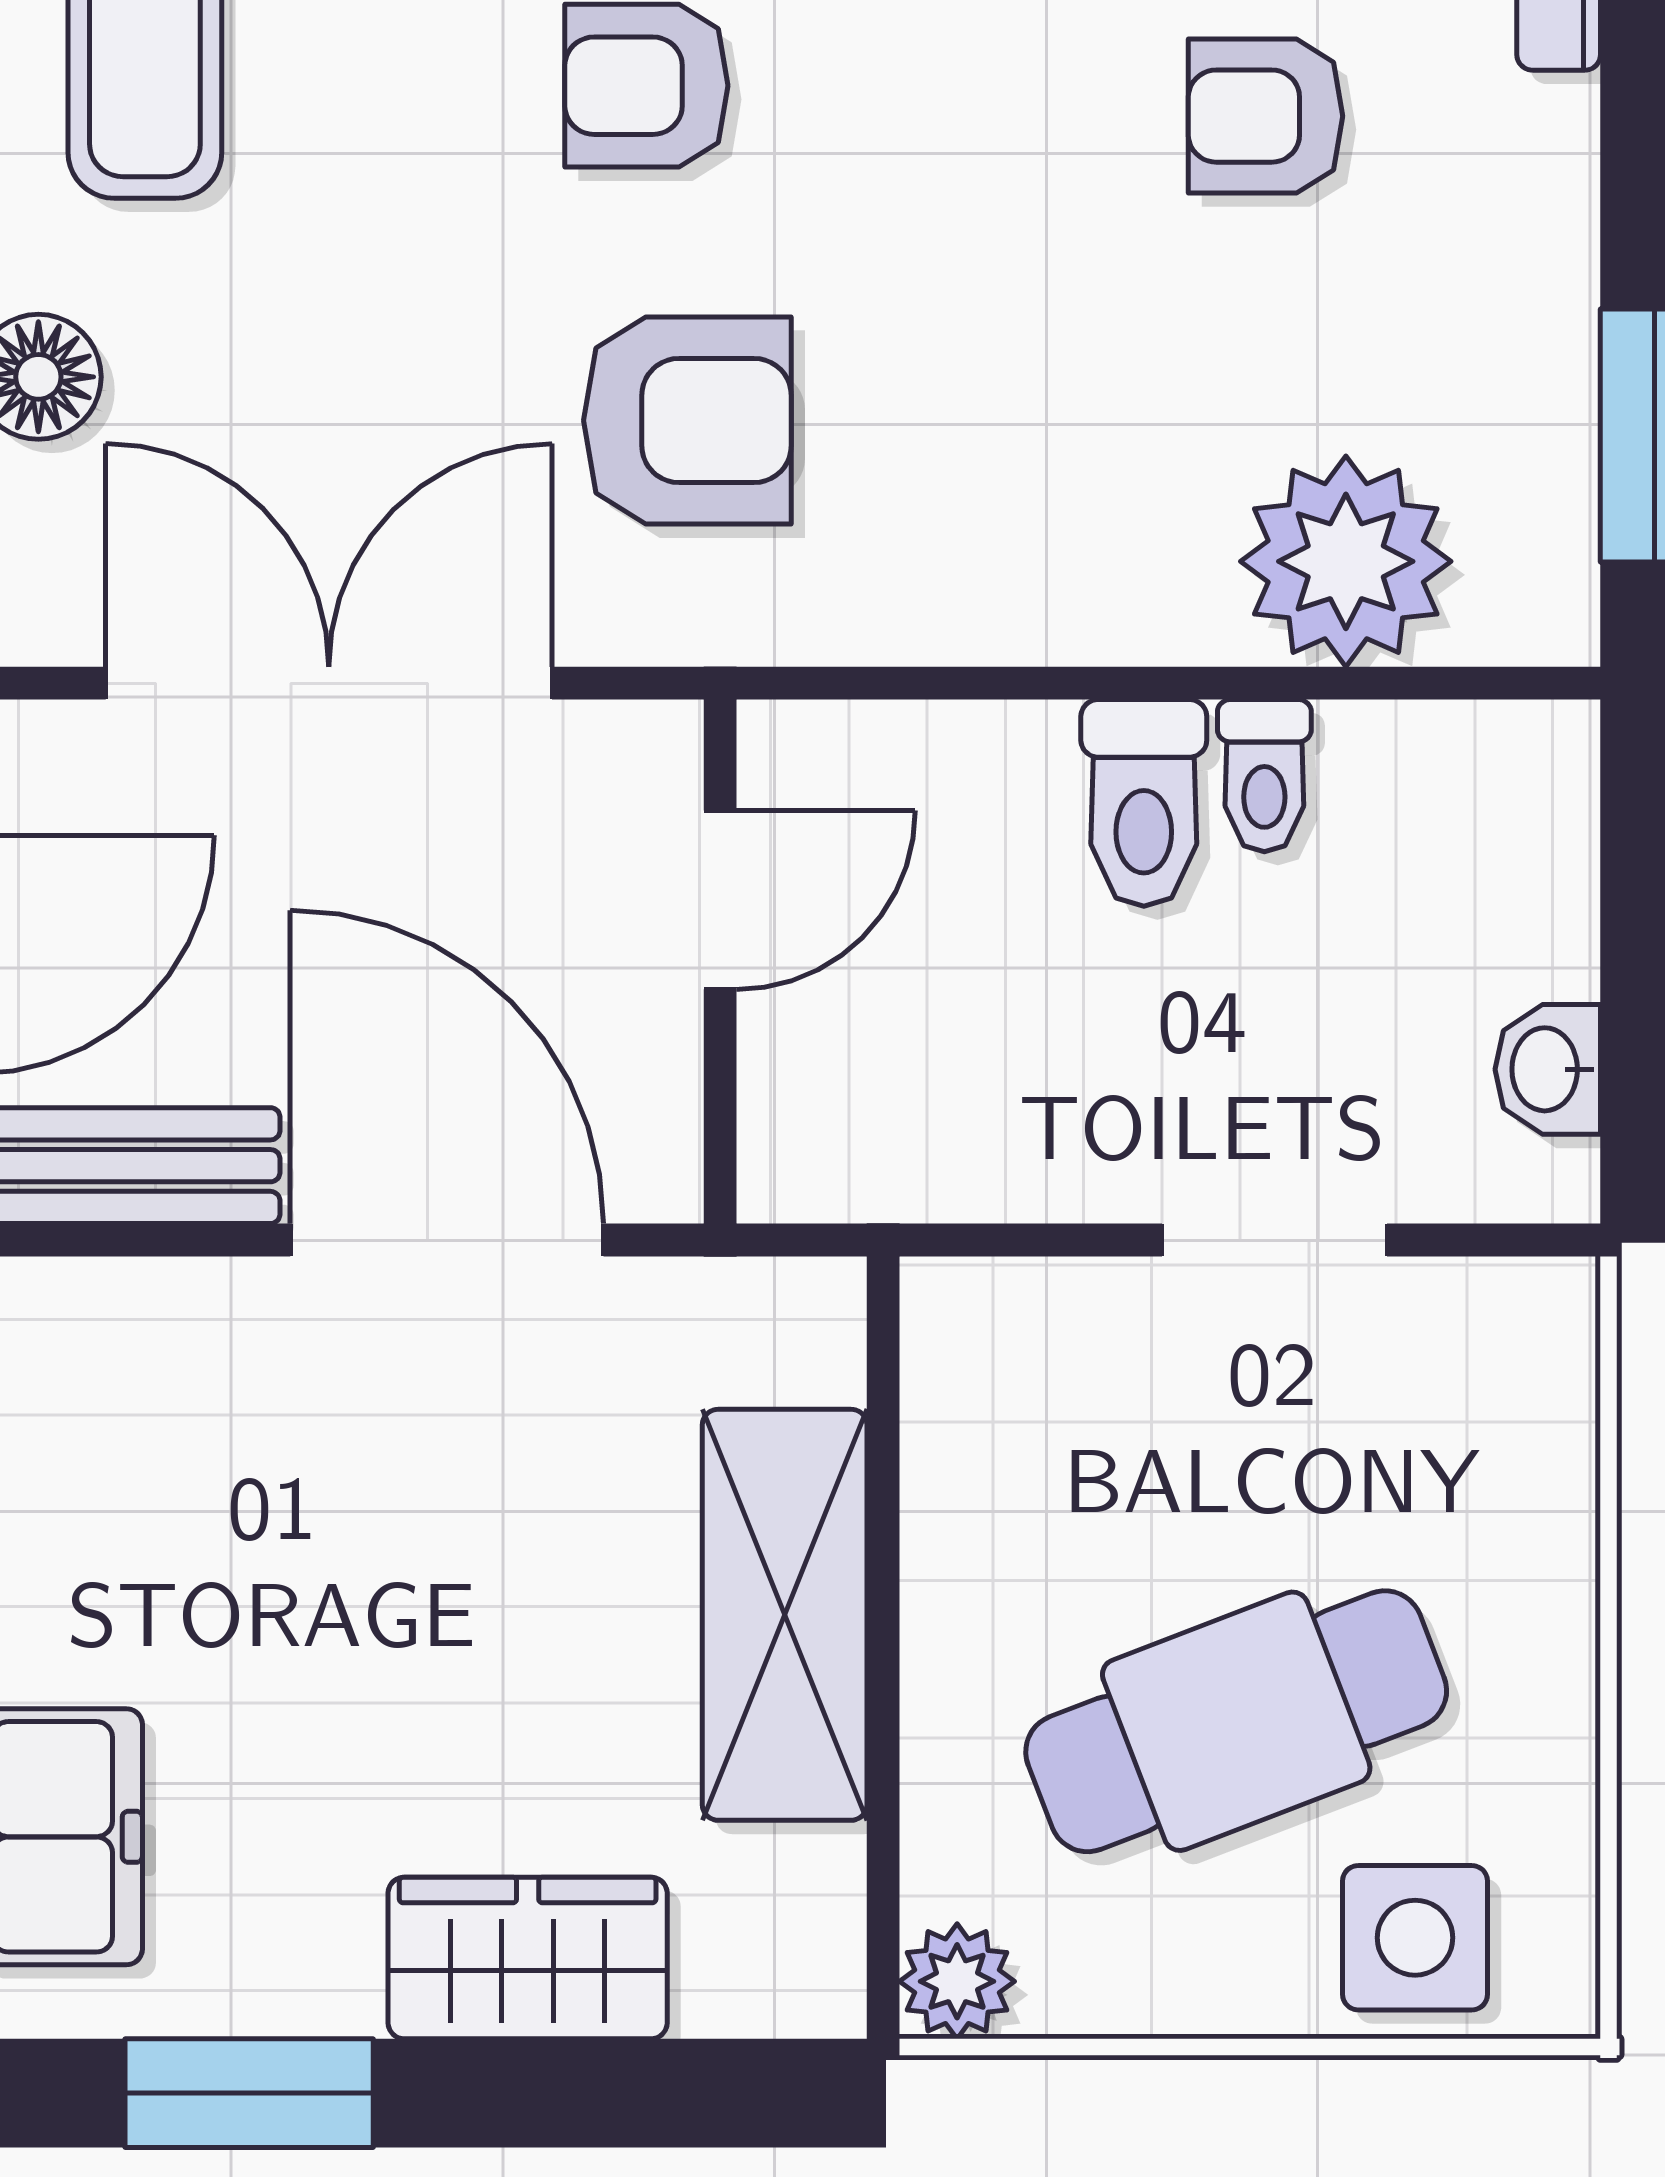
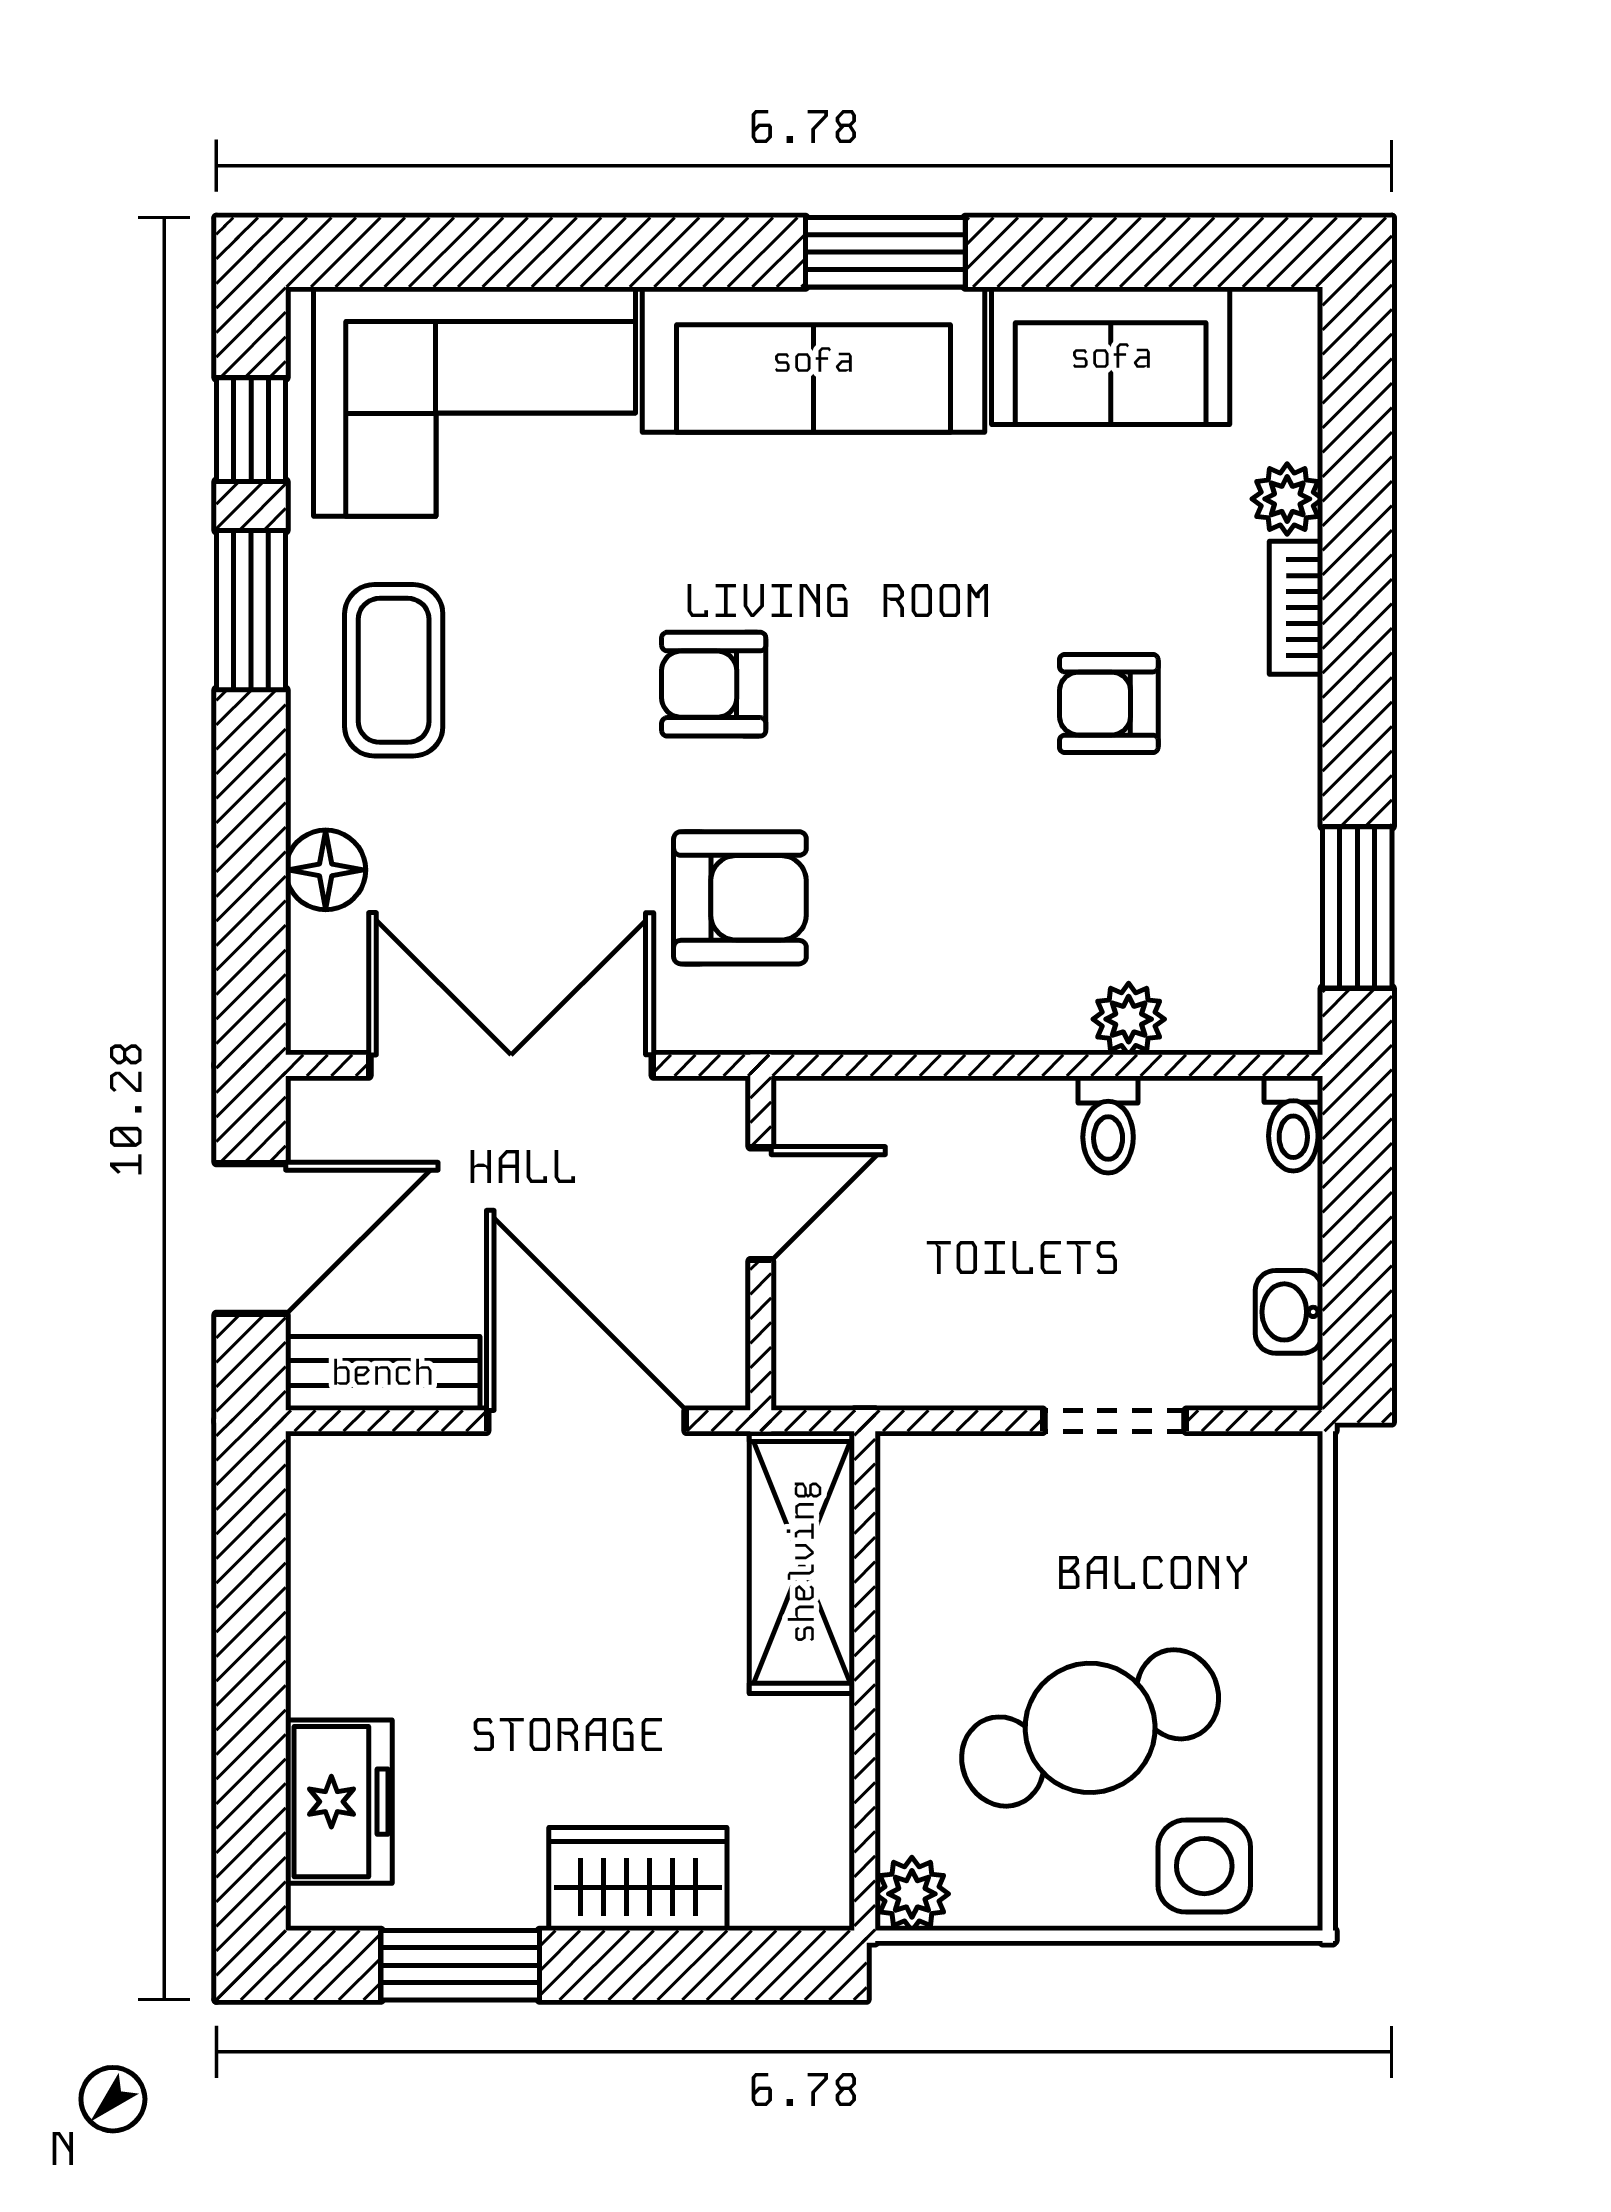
plant: (1346, 561) -> (1129, 1019), width x0.53, depth x0.53
toilet: (1144, 803) -> (1293, 1123), moved, width x0.73, depth x0.72
shelving: (785, 1615) -> (802, 1562), moved

